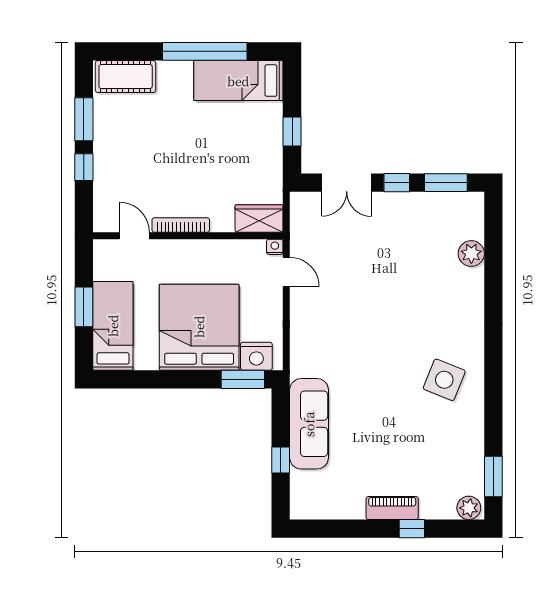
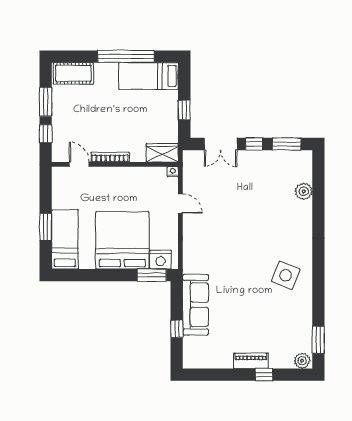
wardrobe: (259, 219) -> (162, 153), moved
bookcase: (181, 225) -> (110, 157), moved
door: (134, 236) -> (79, 164), moved
wall: (188, 236) -> (115, 164), moved
nightstand: (275, 247) -> (173, 172), moved

